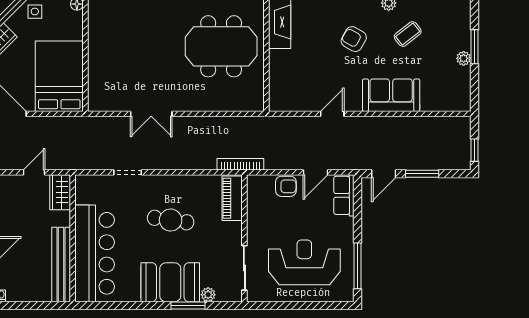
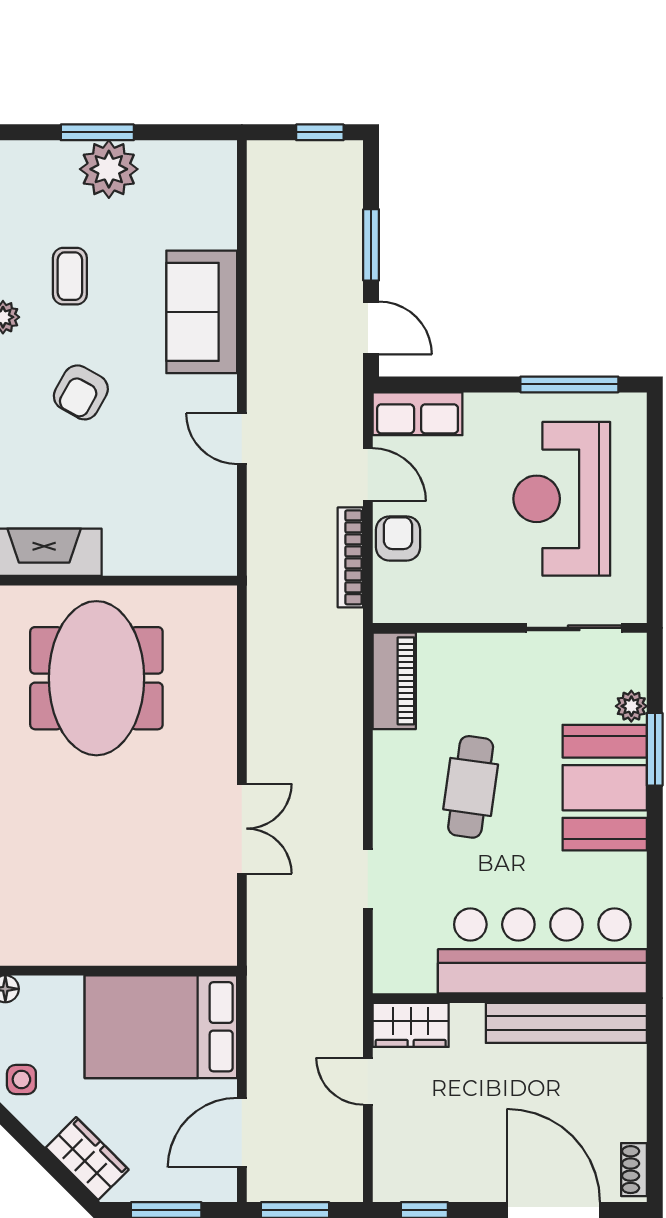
coffee table: (408, 34) -> (70, 276), turned 38
plant: (464, 58) -> (109, 169), width x1.87, depth x1.87
bookcase: (240, 164) -> (350, 557), moved
piano: (232, 198) -> (394, 681), moved, turned -90

